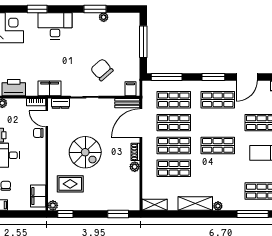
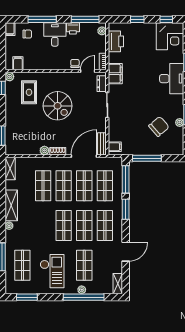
window: (143, 42) -> (147, 158), moved
chair: (102, 70) -> (159, 127), moved
window: (213, 77) -> (126, 209), moved
door: (247, 77) -> (126, 252), swing flipped
door: (141, 123) -> (84, 156), hinge flipped
shop shelf: (218, 123) -> (84, 225), added
spiral stairs: (85, 152) -> (58, 106), turned -90
filing cabinet: (38, 196) -> (18, 63), width x0.50

